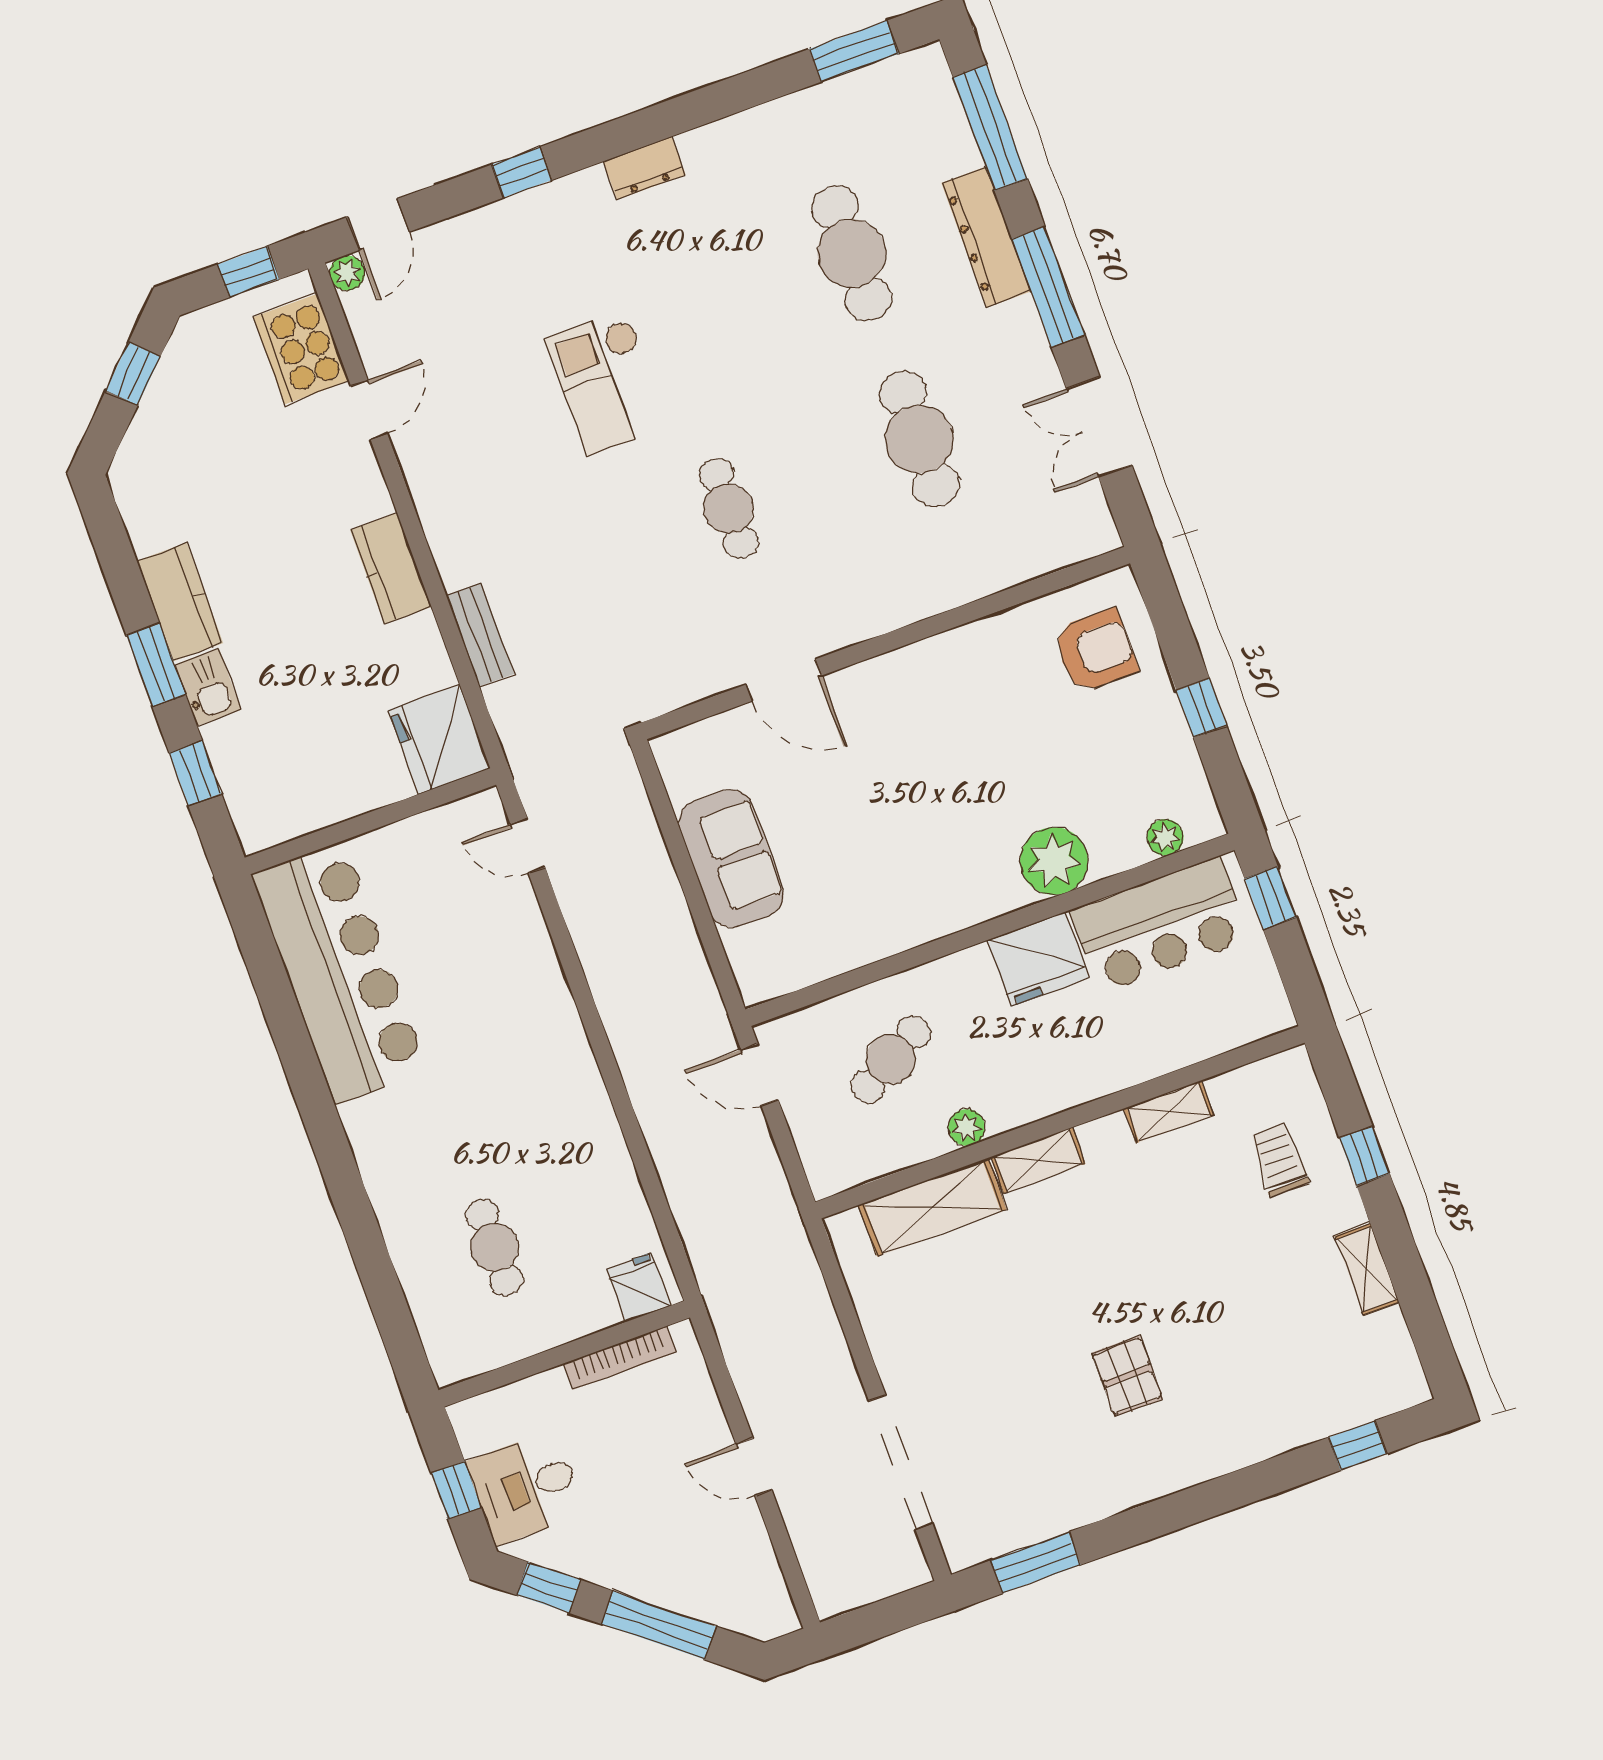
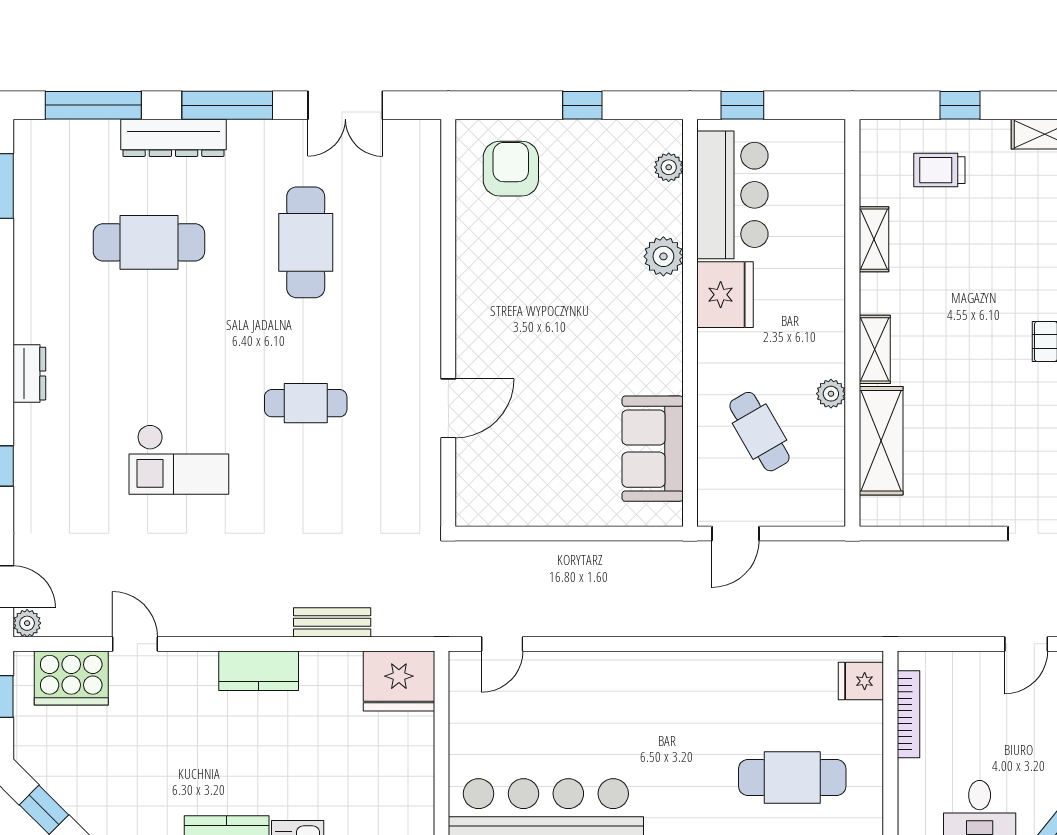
cafe table: (919, 439) -> (306, 242), turned 90
sofa: (731, 859) -> (653, 449), moved, turned -90
plant: (1054, 861) -> (663, 256), width x0.73, depth x0.73
cafe table: (495, 1247) -> (792, 778), width x1.37, depth x1.35

